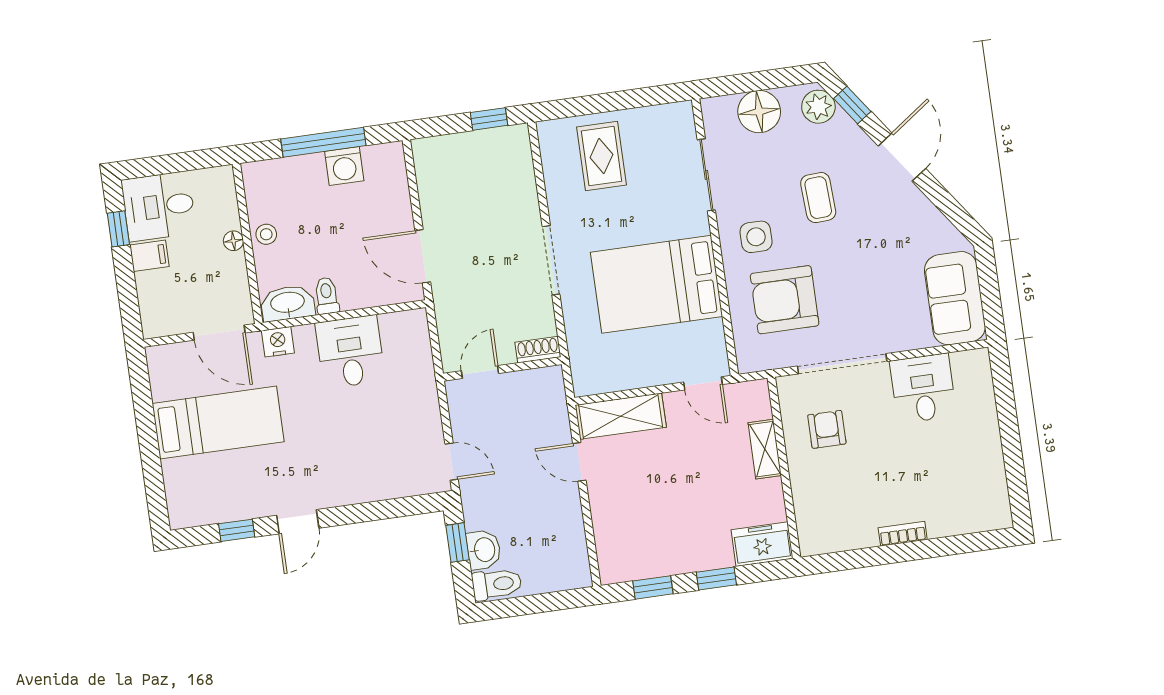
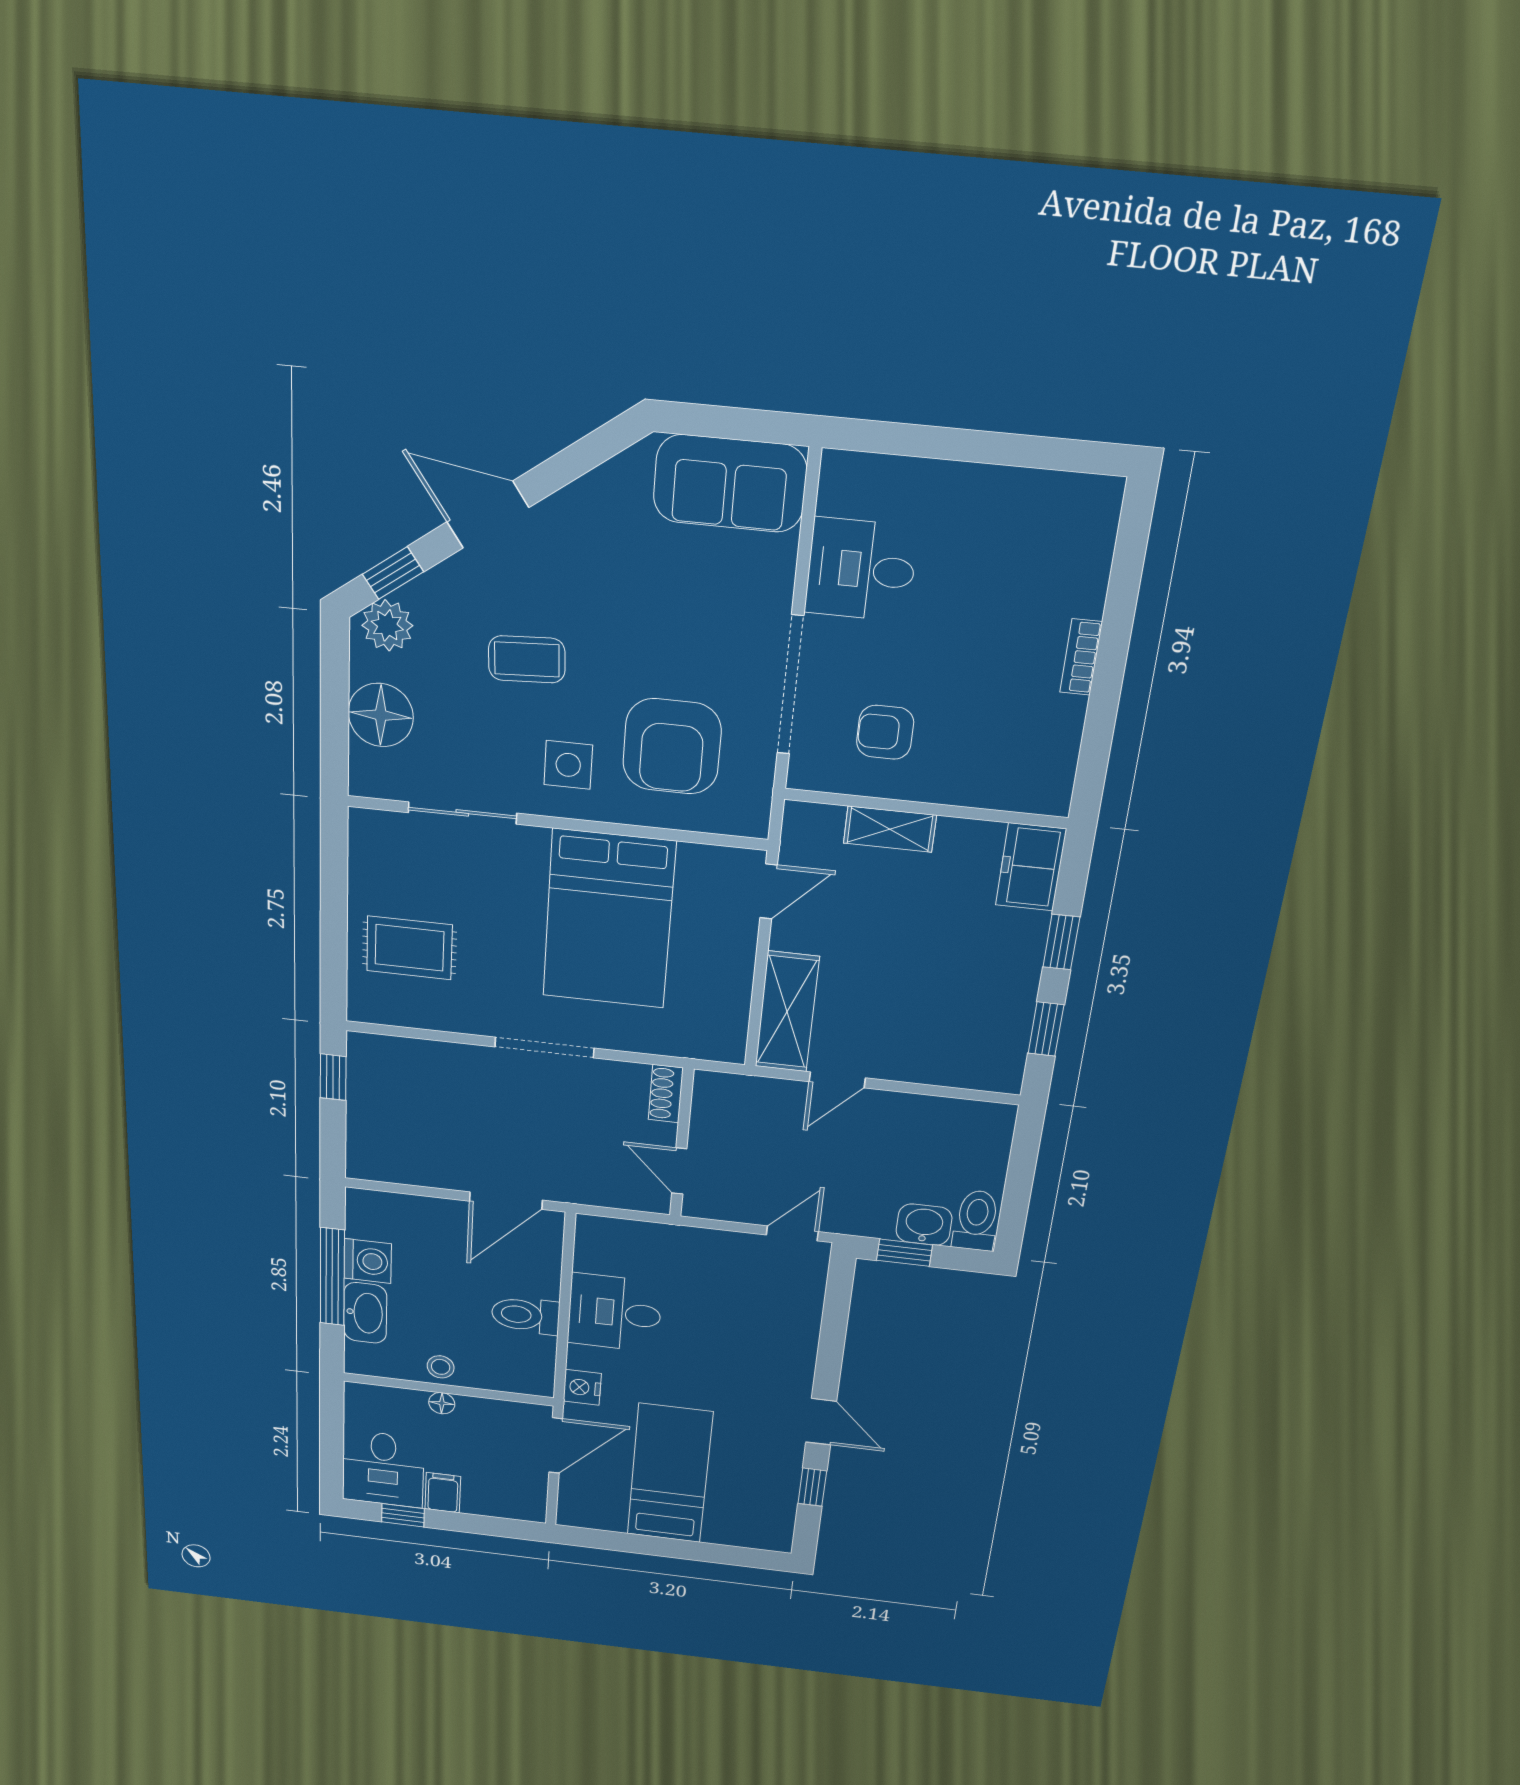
toilet: (327, 296) -> (526, 1315), width x1.37, depth x1.39
washbasin: (288, 303) -> (365, 1313), moved, turned 180

